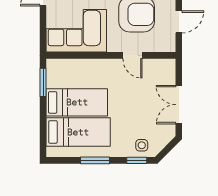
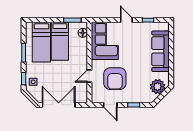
floor lamp: (63, 66) -> (83, 33), added
double door: (179, 105) -> (59, 105), width x1.37

